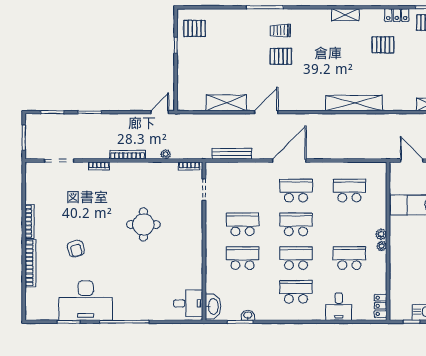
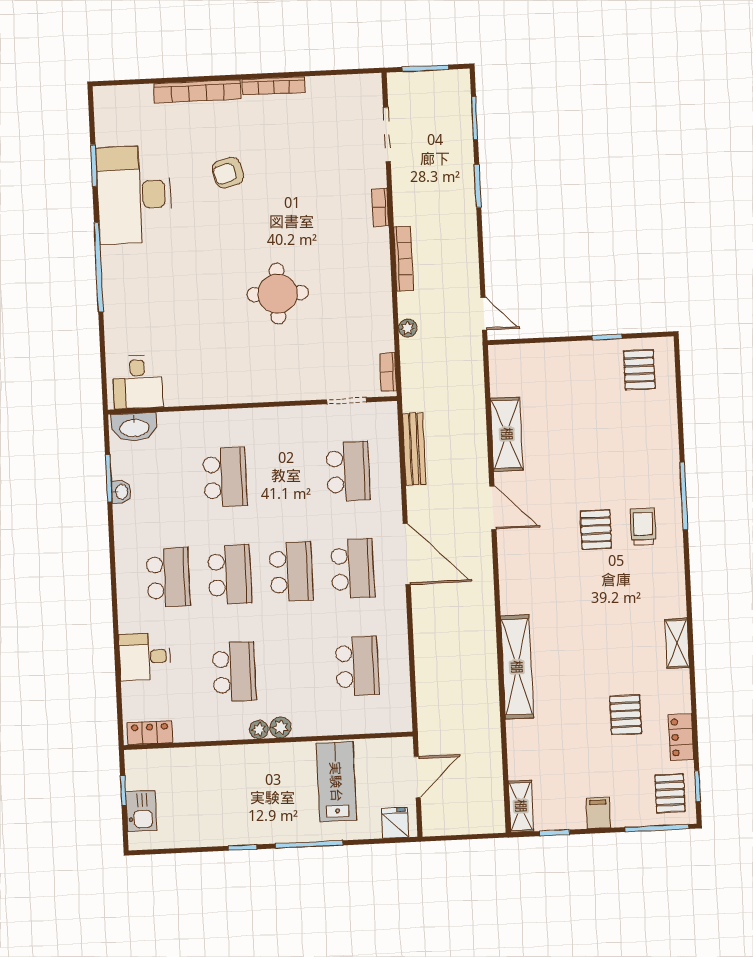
school desk: (243, 224) -> (348, 471), moved

